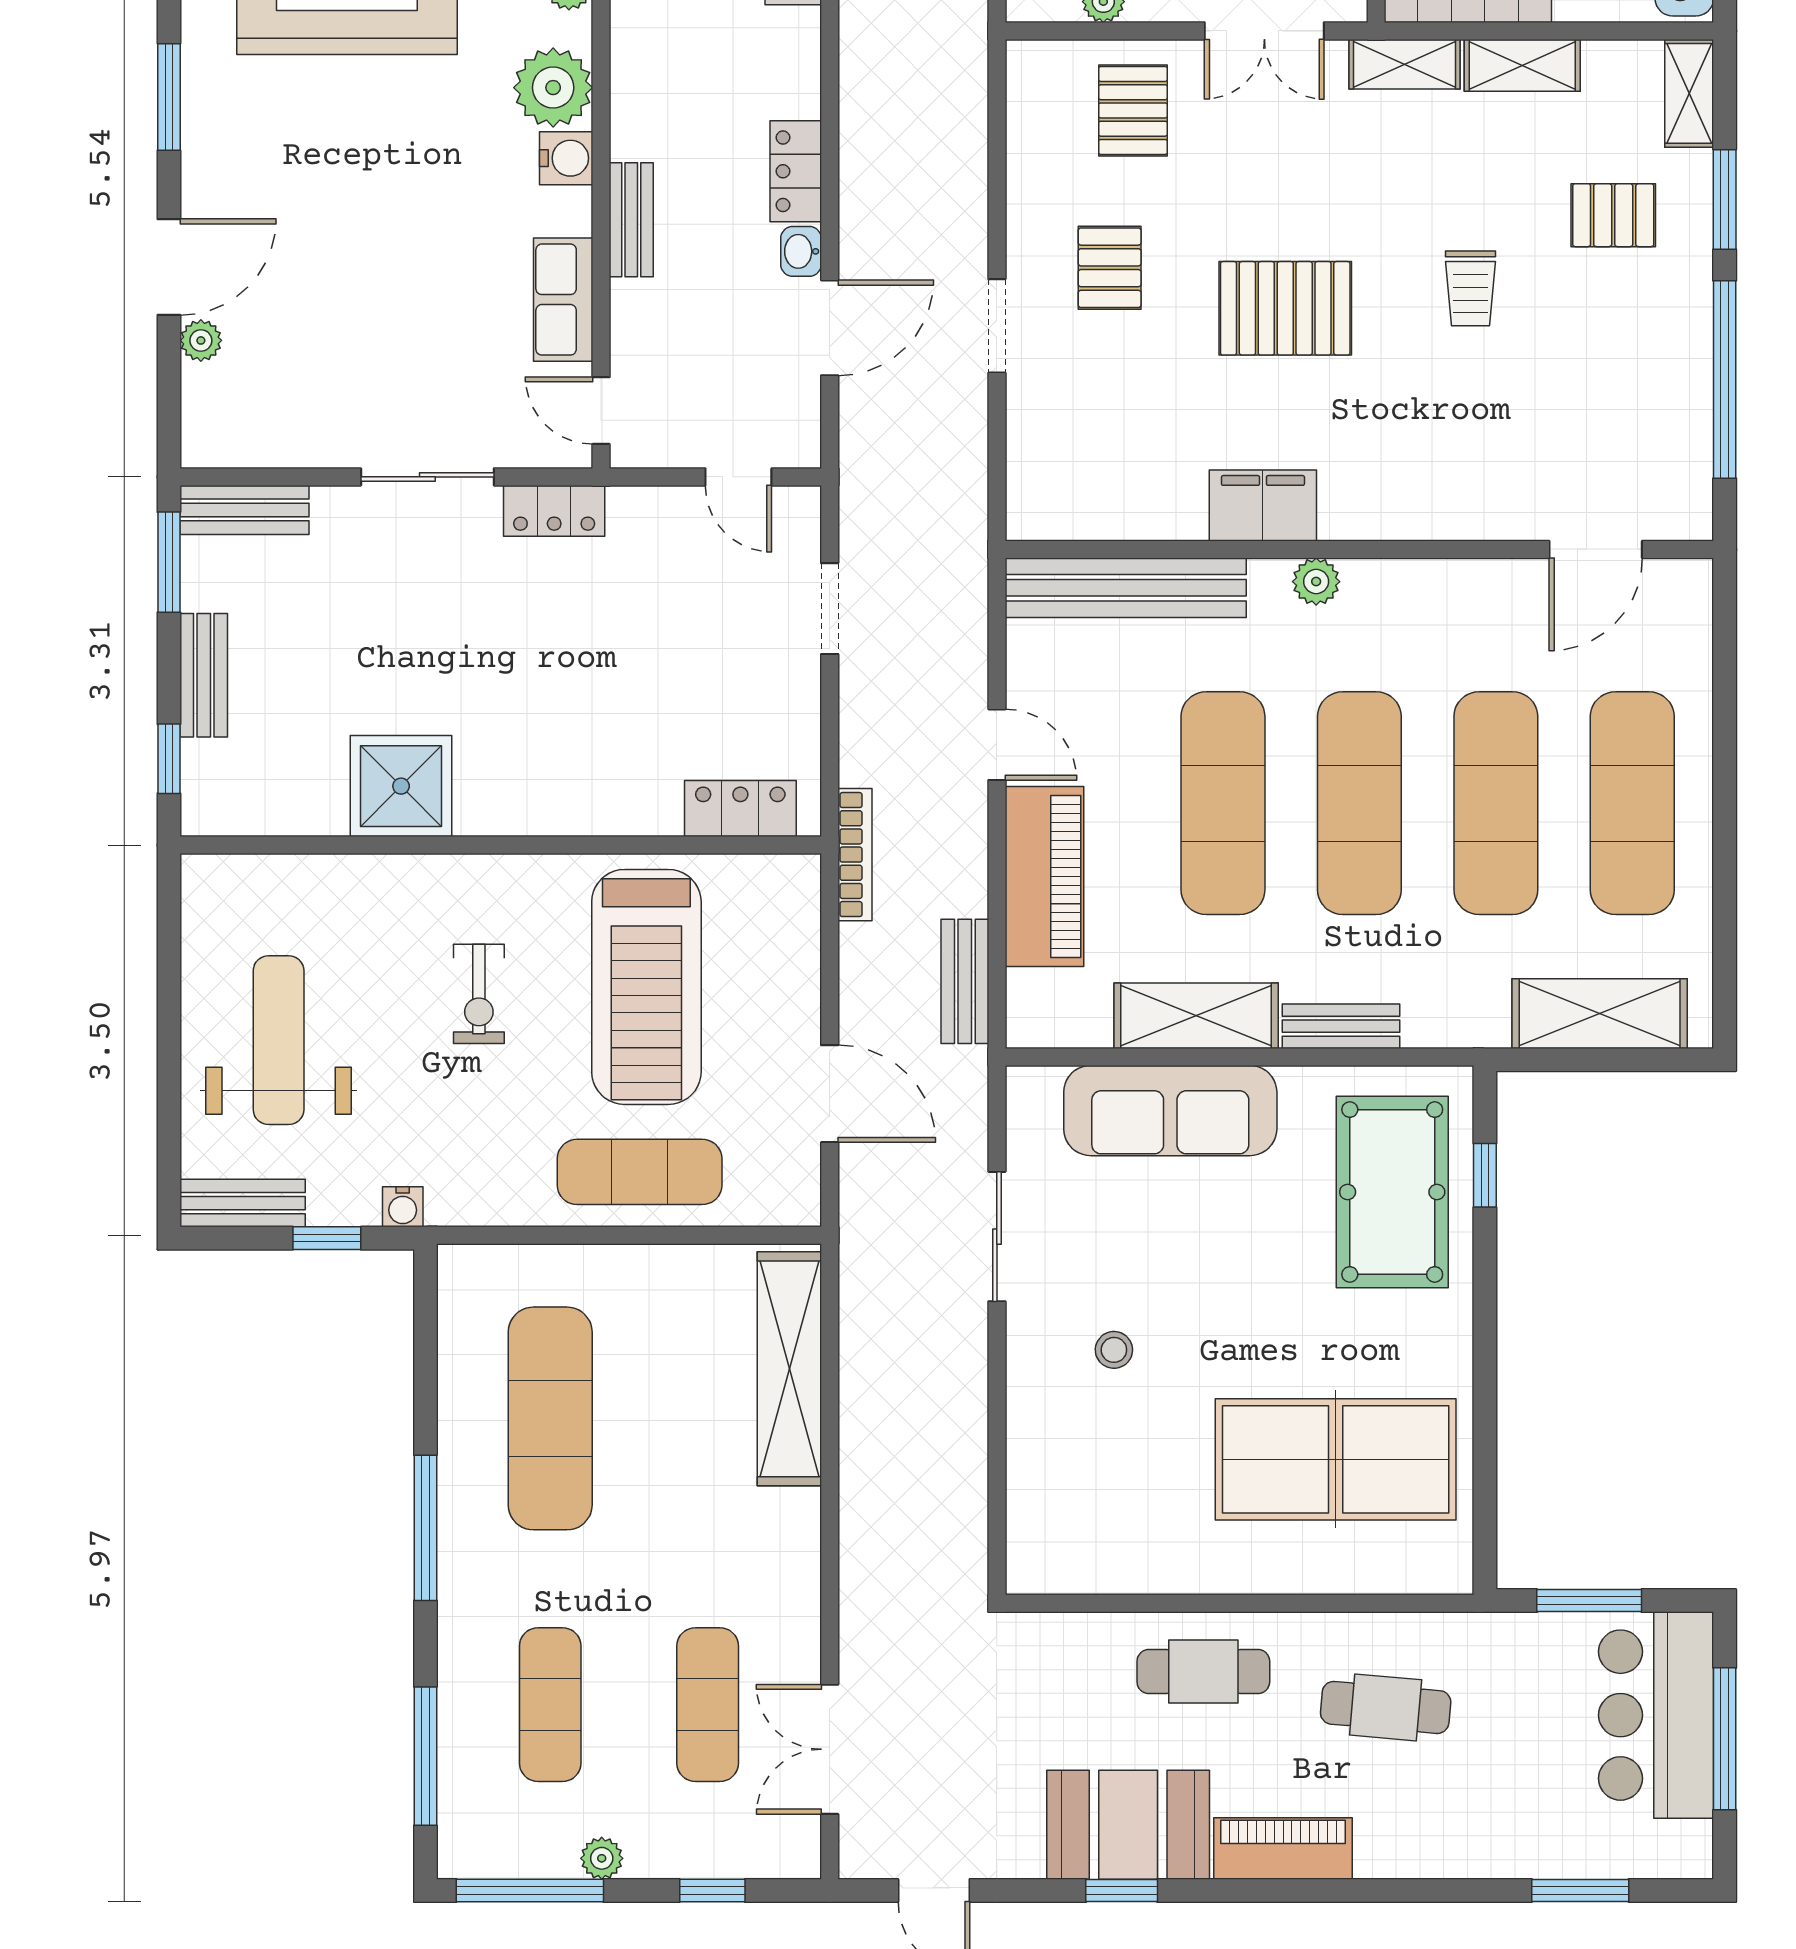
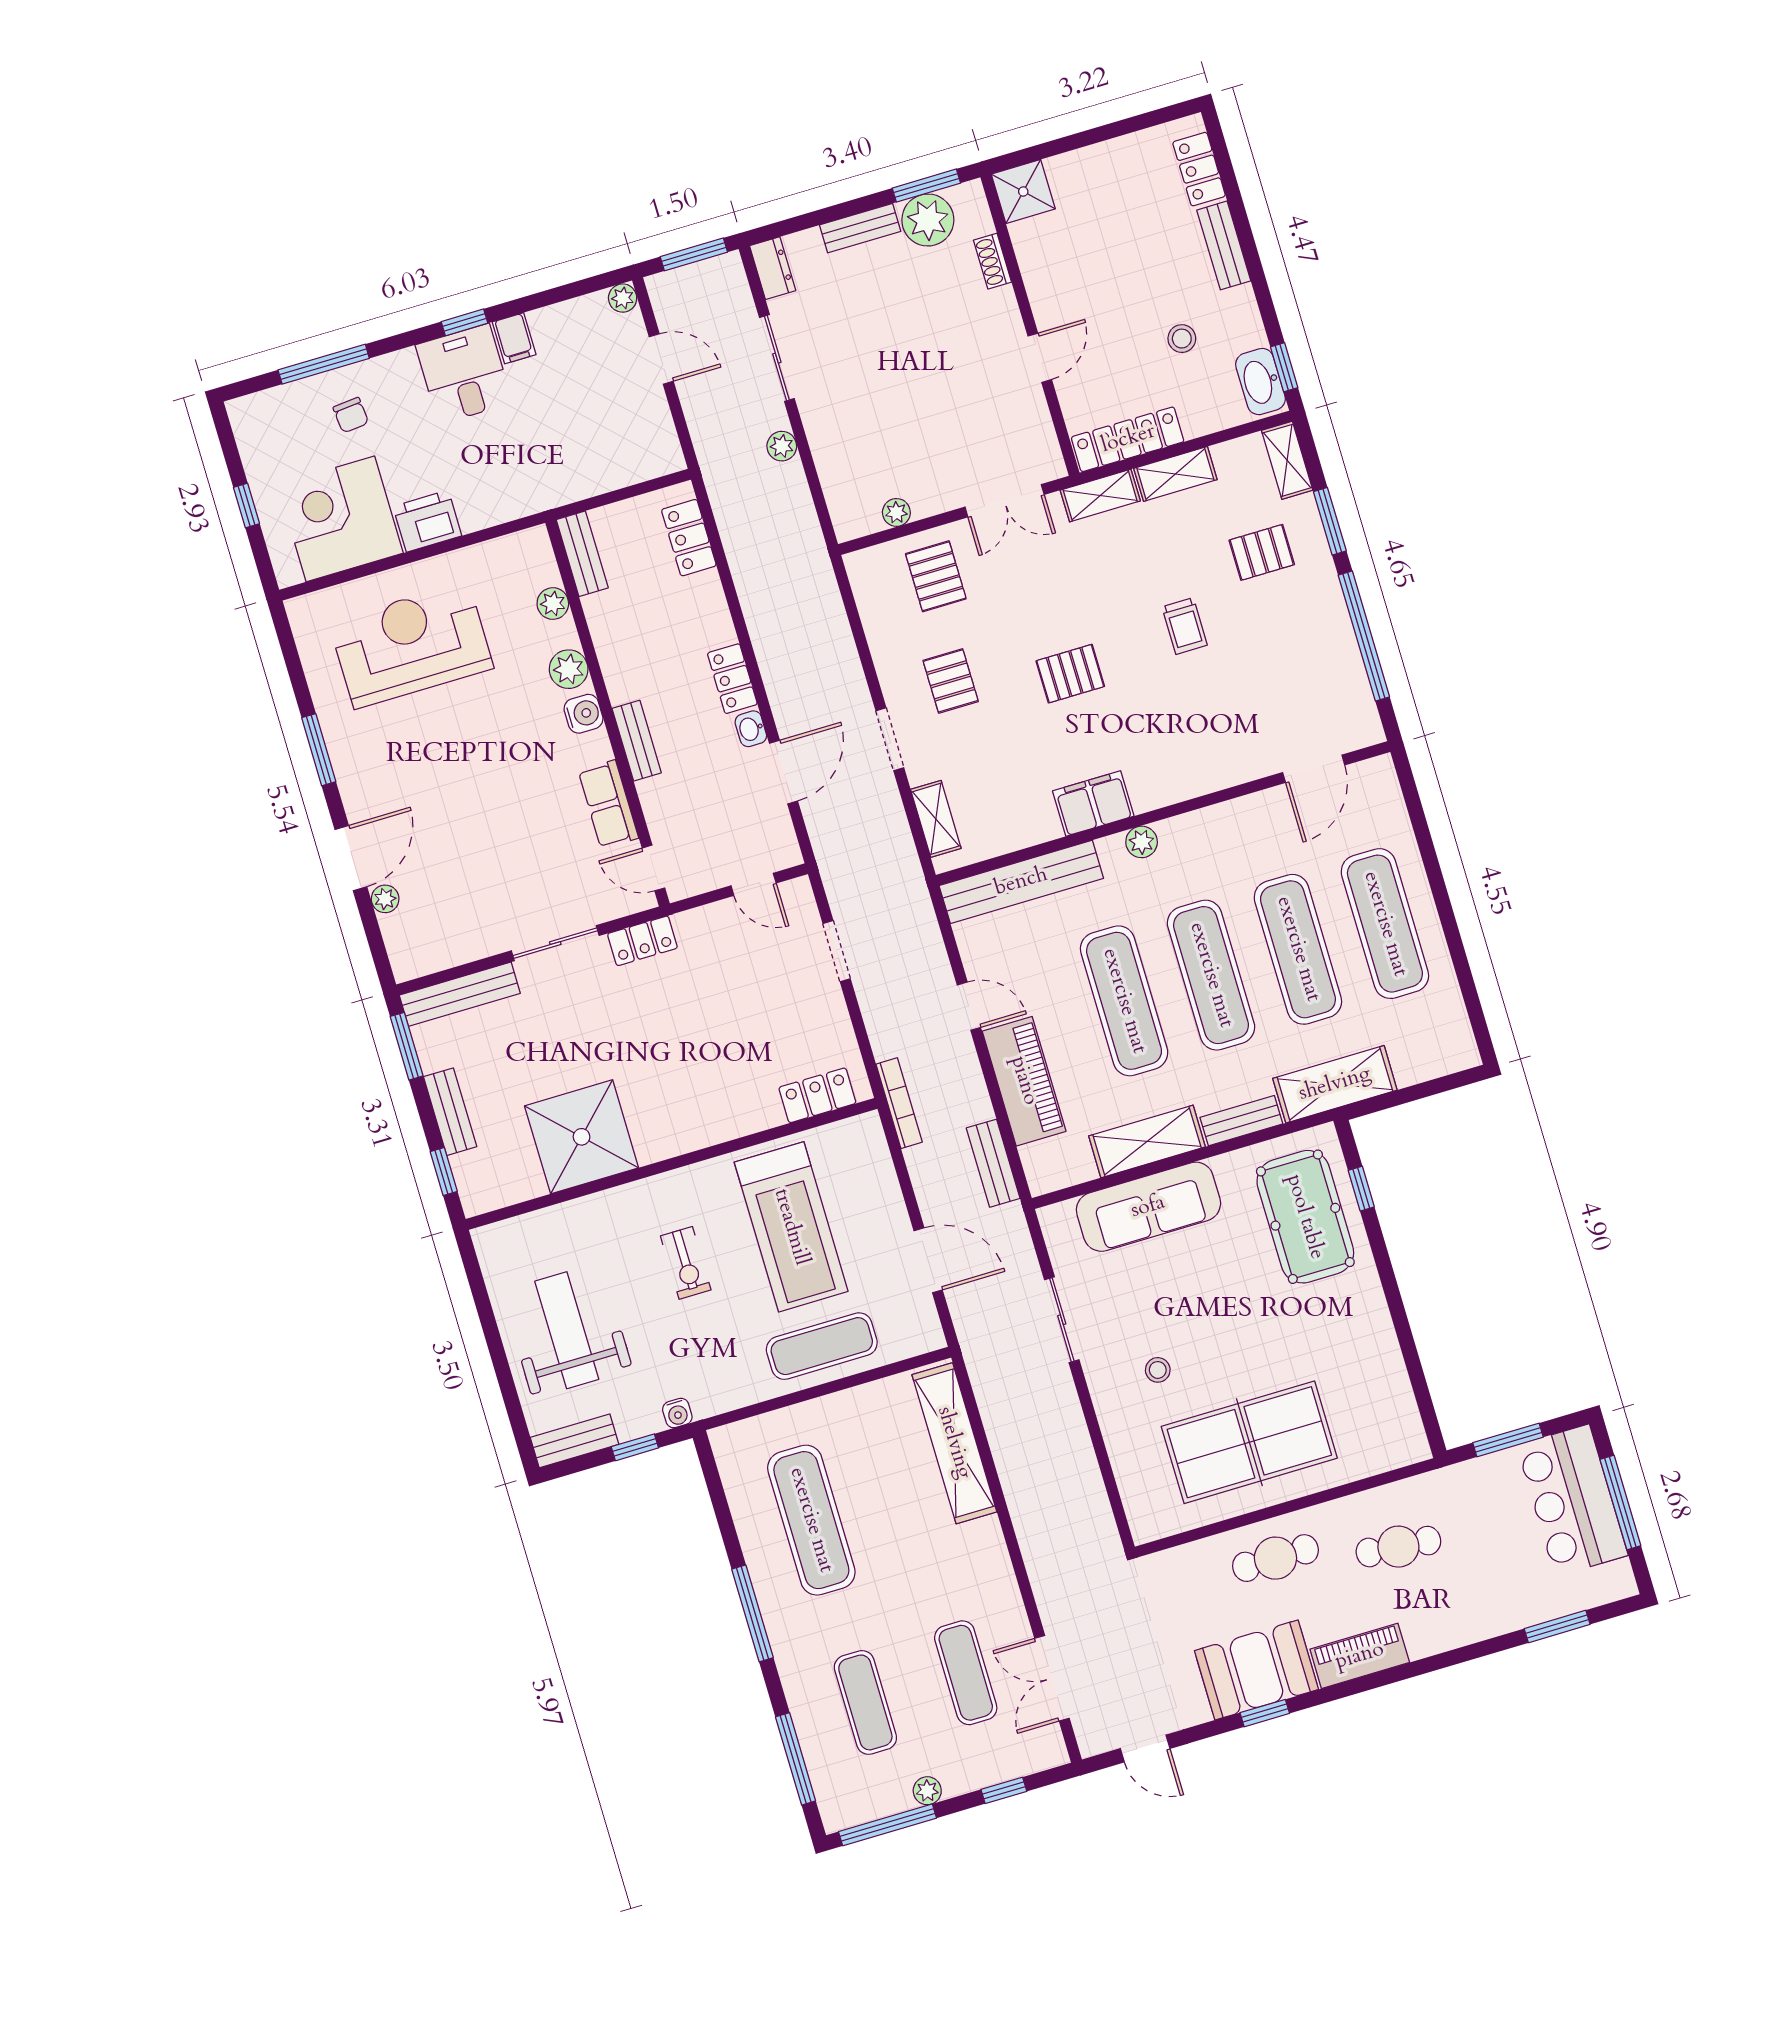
plant: (553, 88) -> (569, 669), width x0.73, depth x0.73
pallet: (1285, 308) -> (1070, 674), width x0.67, depth x0.71
shelving: (1029, 460) -> (936, 819), added
bench: (244, 510) -> (460, 994), width x1.36
shower: (401, 786) -> (582, 1137), width x1.37, depth x1.37
shelving: (1600, 1014) -> (1335, 1084), moved
table tennis table: (1336, 1459) -> (1249, 1442), moved

